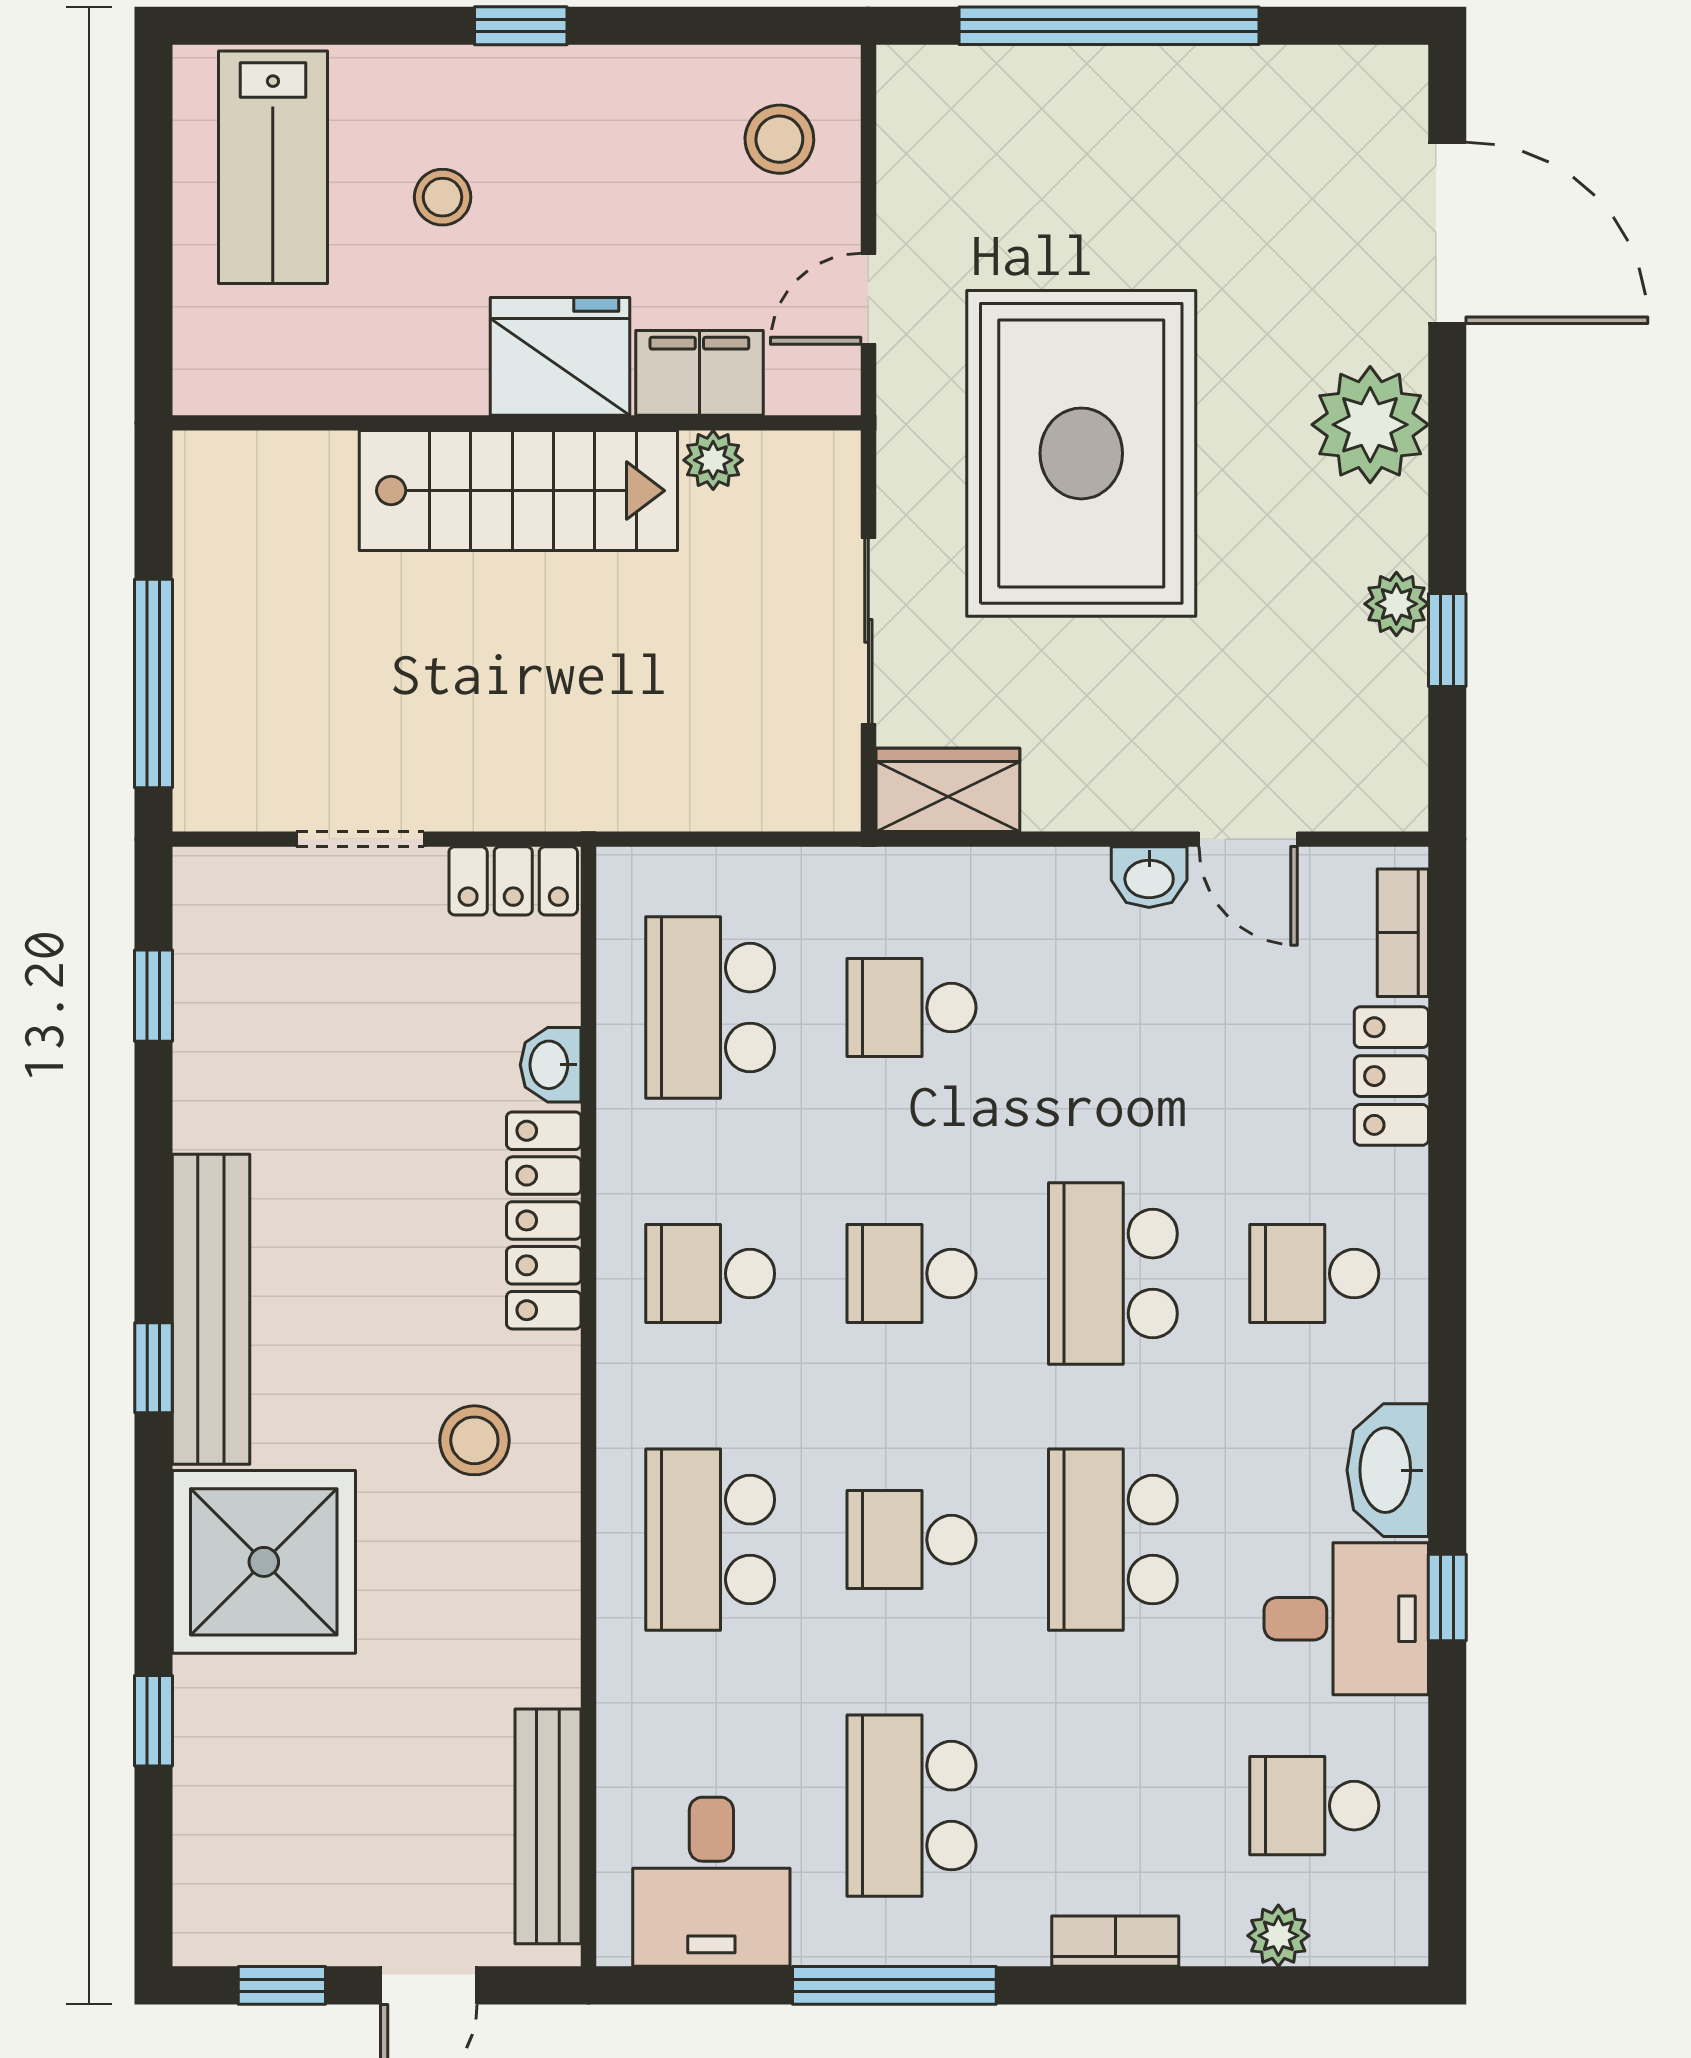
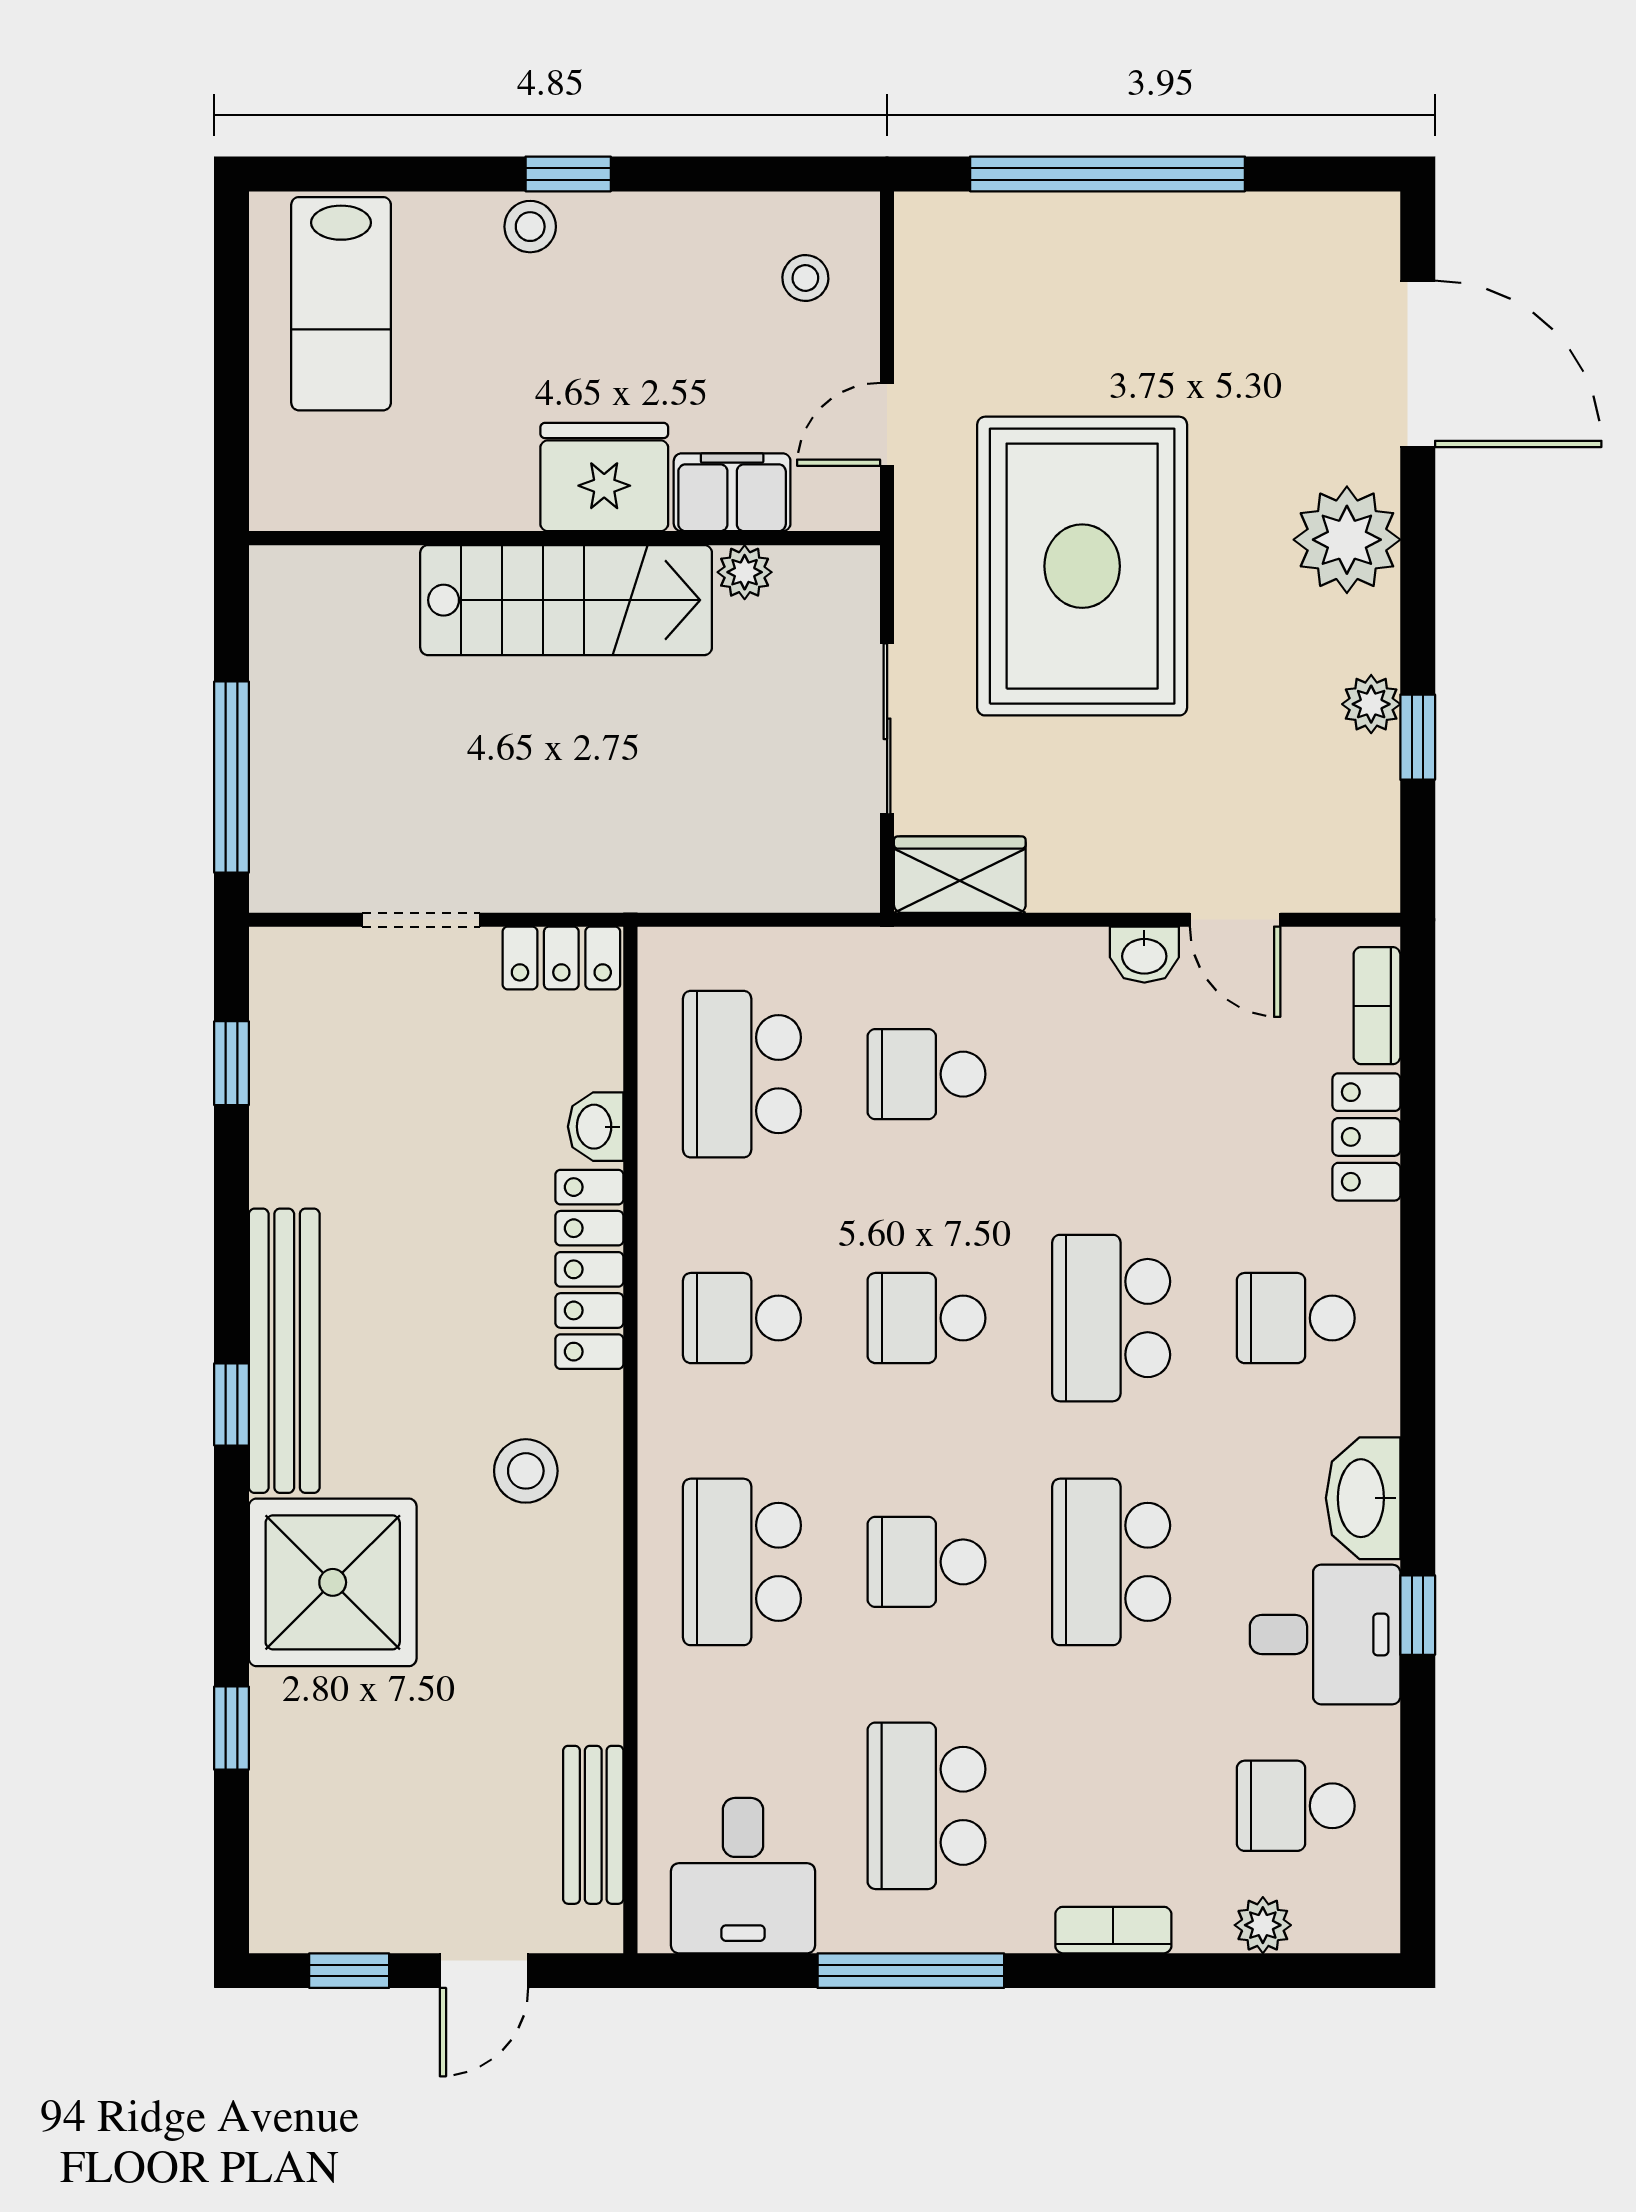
stool: (779, 139) -> (805, 278), width x0.73, depth x0.73
stool: (443, 197) -> (530, 227), moved
bench: (548, 1826) -> (593, 1825), width x0.73

